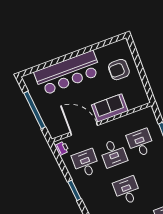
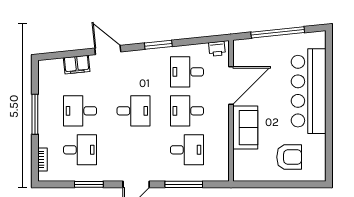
armchair: (119, 70) -> (289, 157), turned 90
desk: (86, 163) -> (187, 72), turned 180

